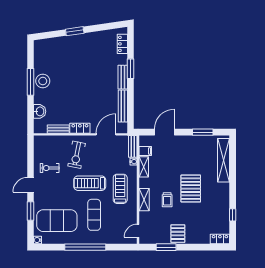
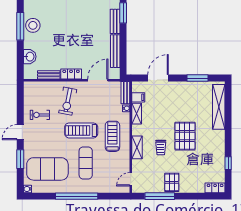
window: (166, 247) -> (160, 196), width x1.44

